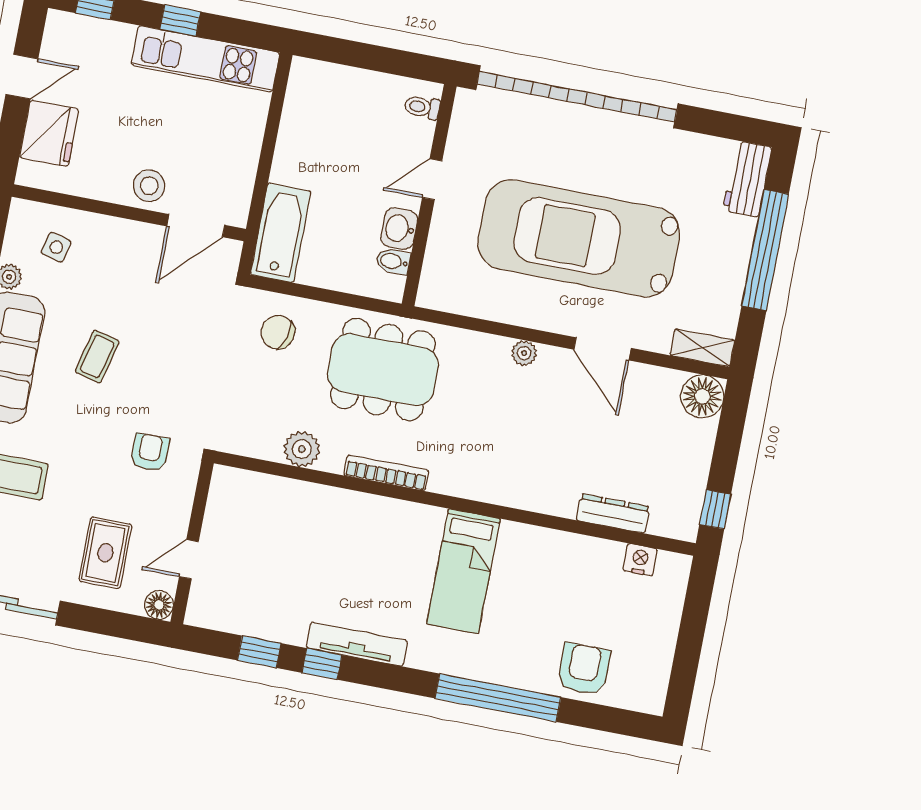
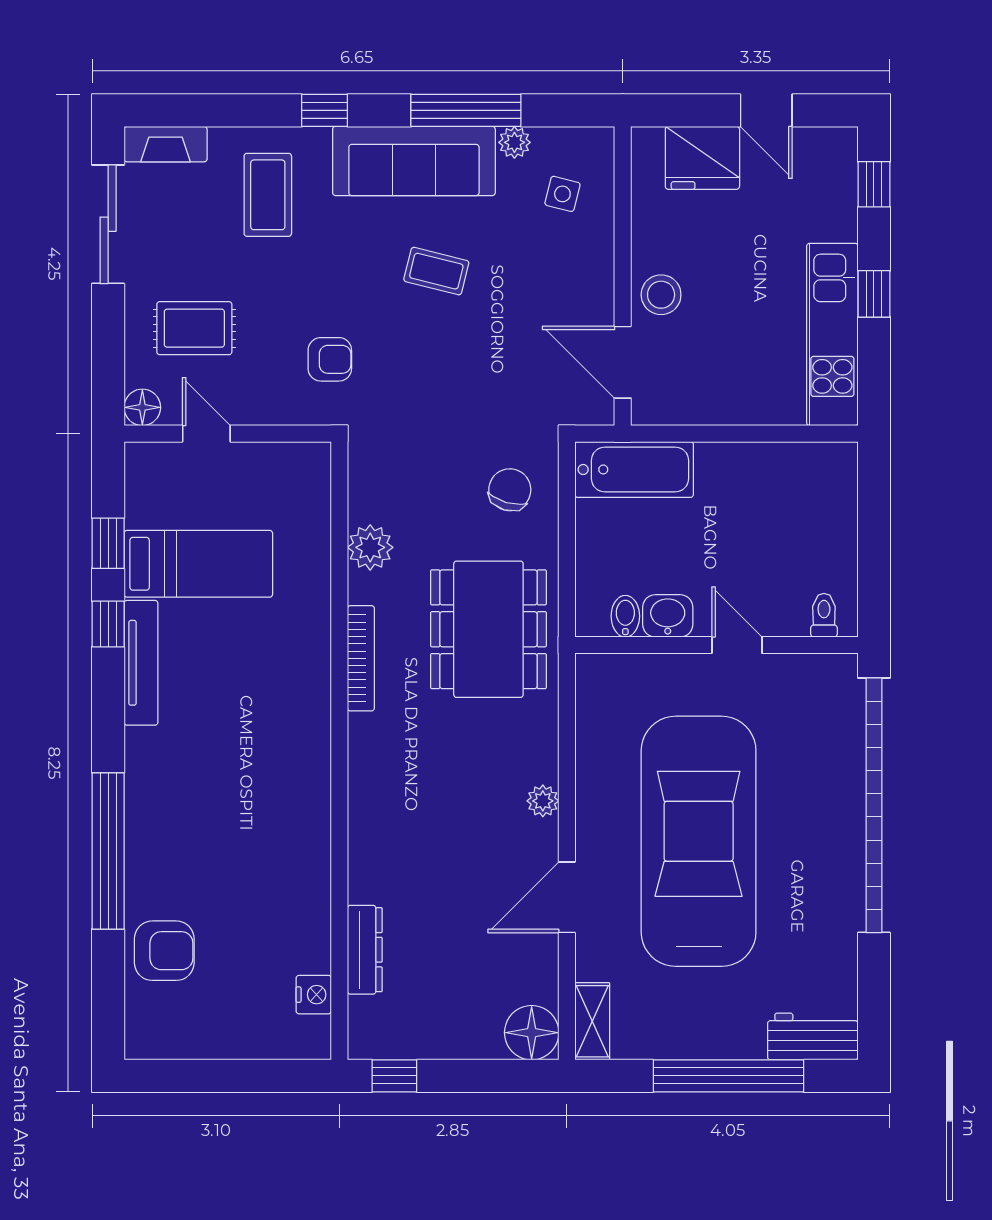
bed: (463, 571) -> (198, 564), moved, turned 180

